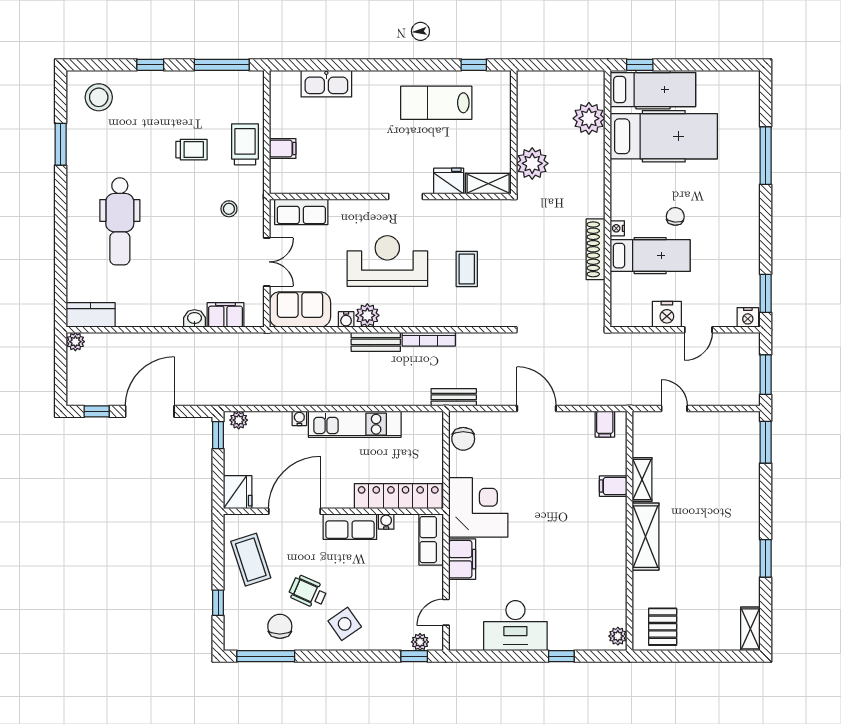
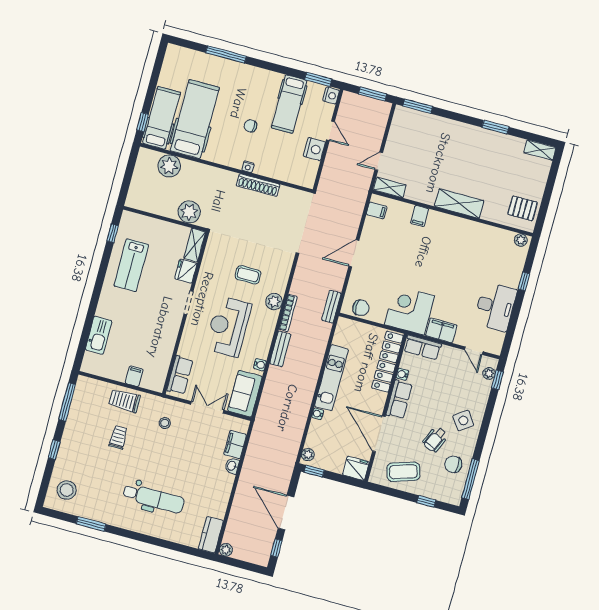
hospital bed: (650, 256) -> (289, 104), moved, turned 180
plant: (367, 315) -> (274, 302), moved
shelving: (642, 479) -> (390, 187), moved

